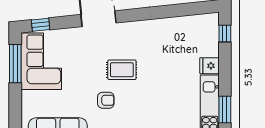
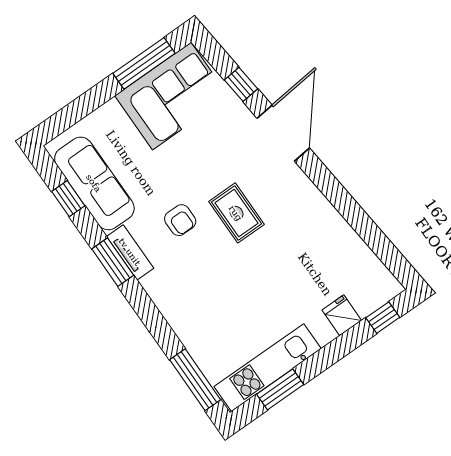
window: (41, 25) -> (241, 84), moved
fridge: (209, 66) -> (342, 315), moved

